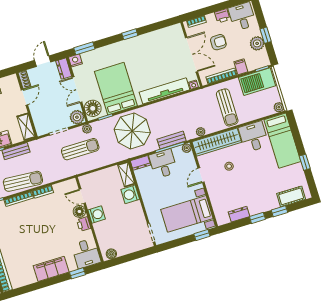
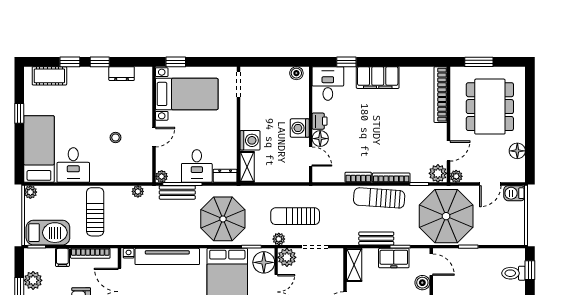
wardrobe: (217, 142) -> (122, 172), removed

